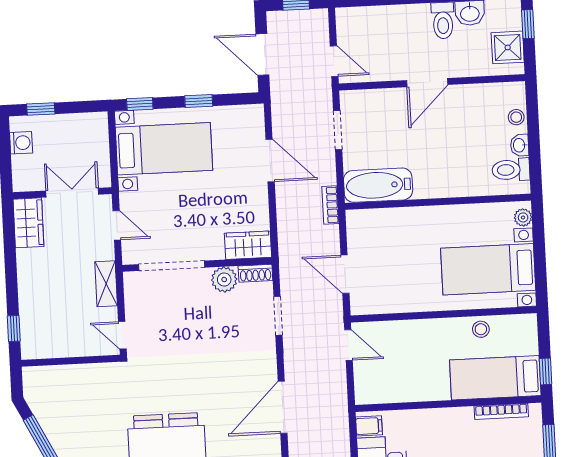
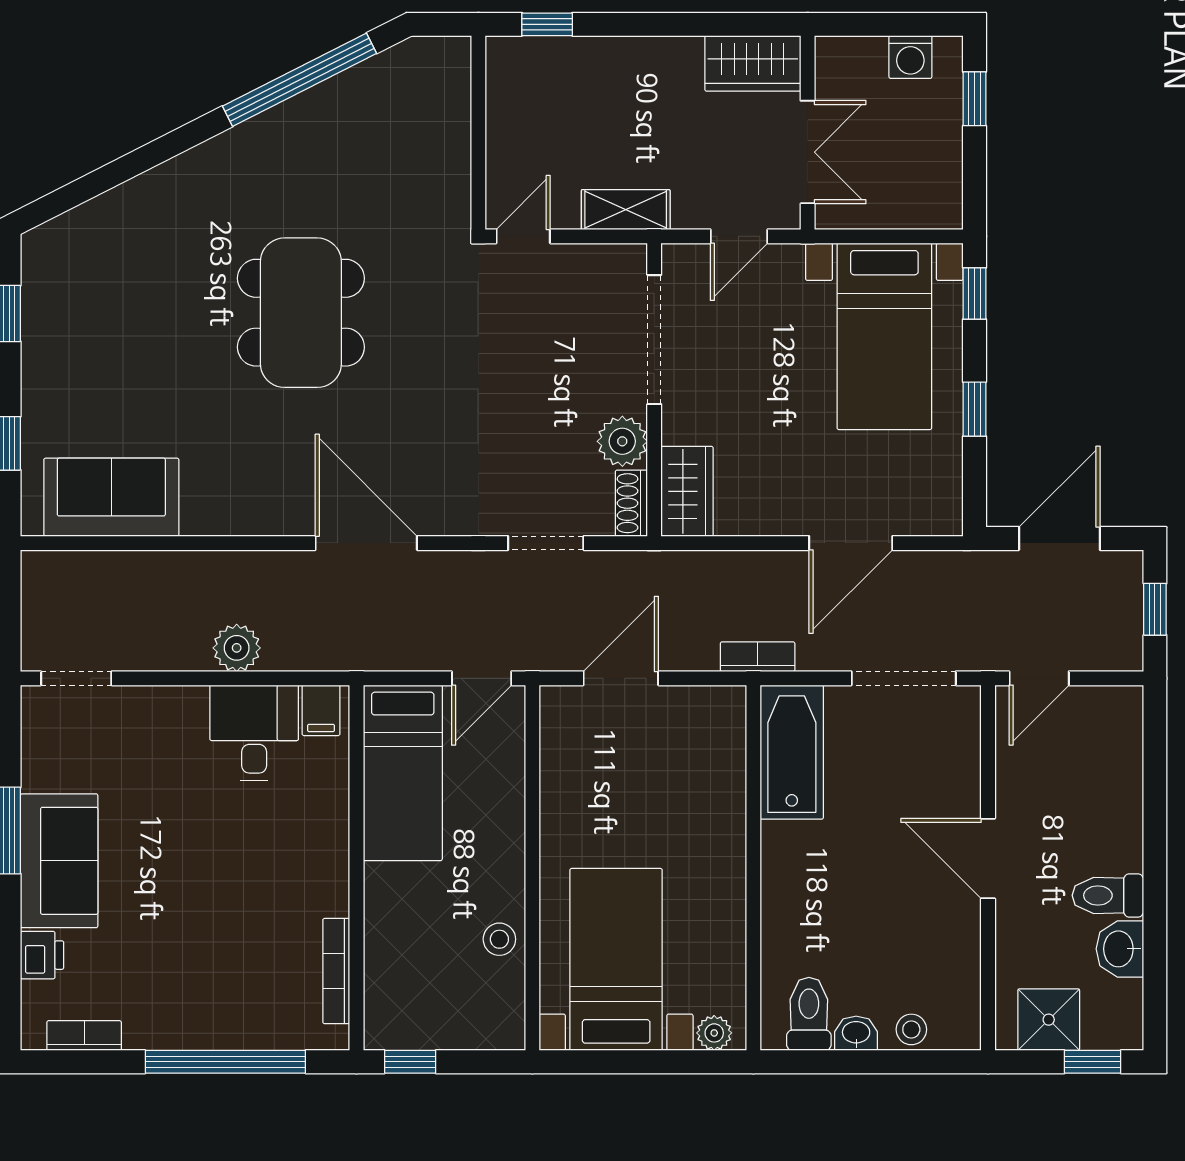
doorway: (338, 130) -> (904, 678), width x1.38
bed: (495, 378) -> (403, 773), moved, turned 180

